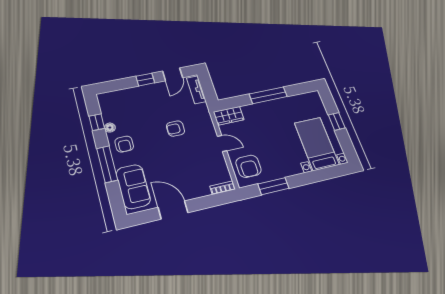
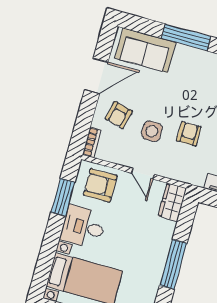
door: (222, 143) -> (143, 174), hinge flipped
armchair: (124, 144) -> (119, 115), moved, turned -76
side table: (189, 153) -> (152, 131), added
desk: (284, 162) -> (83, 227), added

